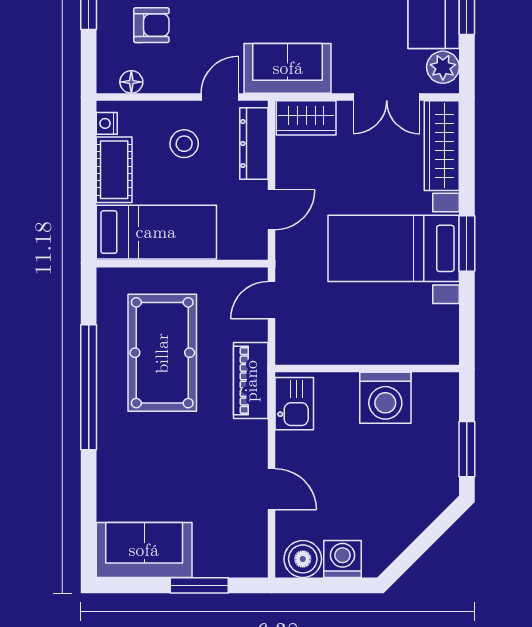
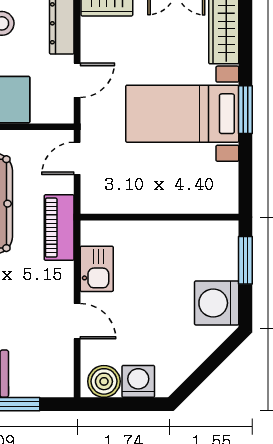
washing machine: (385, 398) -> (217, 303), moved, turned 90
kitchen sink: (294, 404) -> (97, 269), moved
window: (467, 449) -> (245, 260), moved

